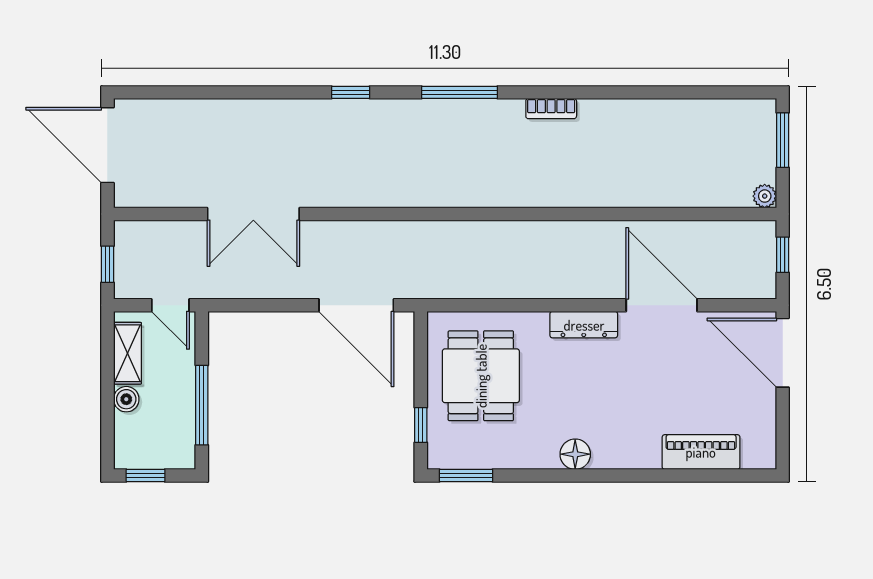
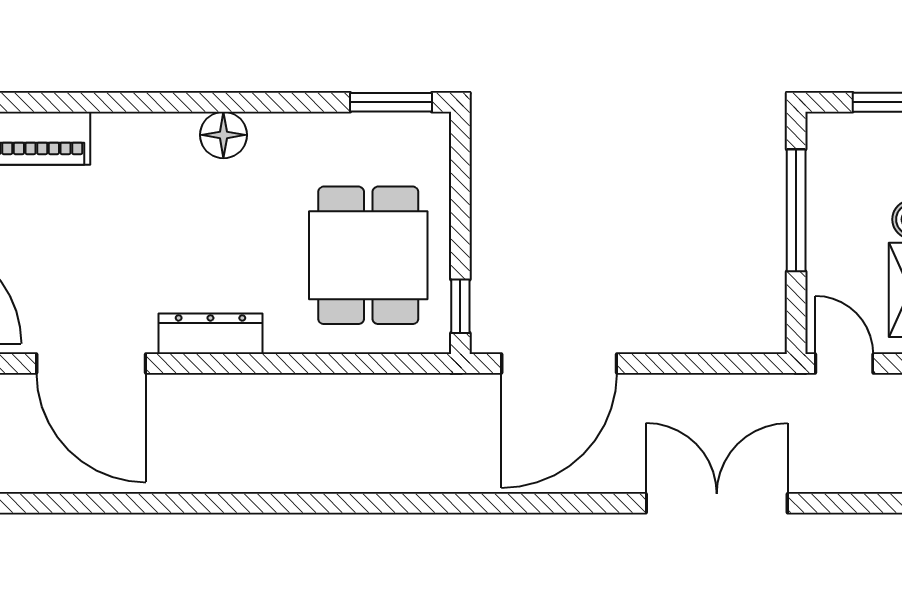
door: (356, 305) -> (559, 363), swing flipped
window: (421, 425) -> (460, 306), moved

